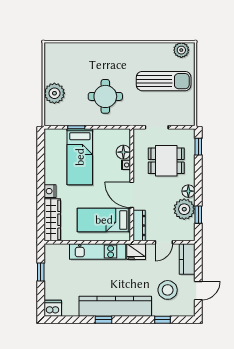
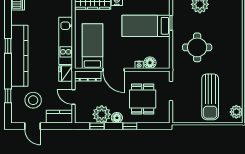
window: (198, 147) -> (130, 126), moved
door: (132, 195) -> (114, 70), swing flipped

